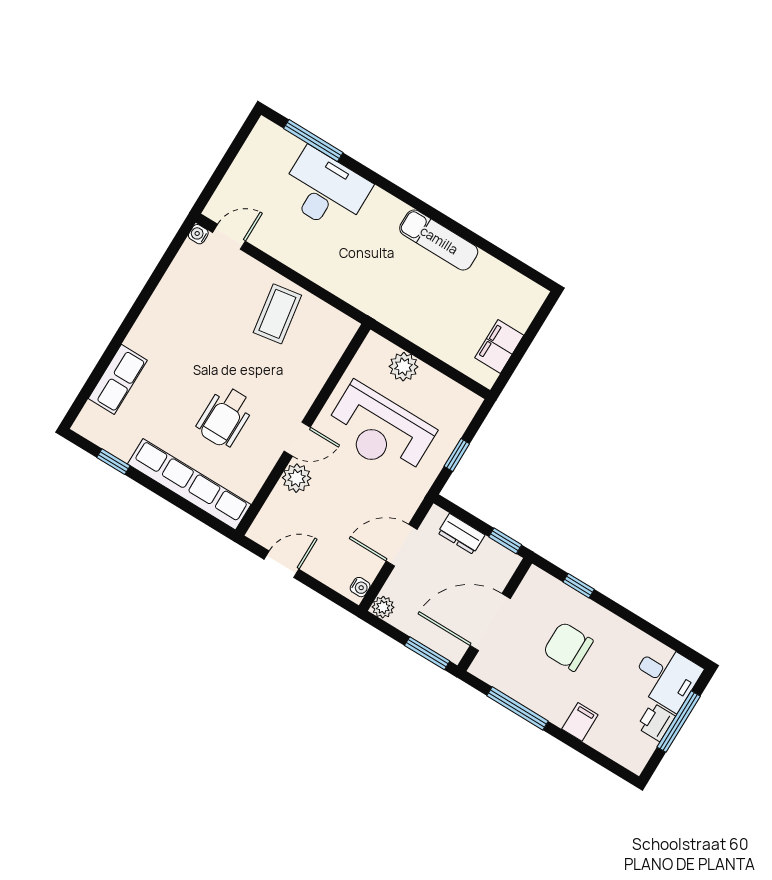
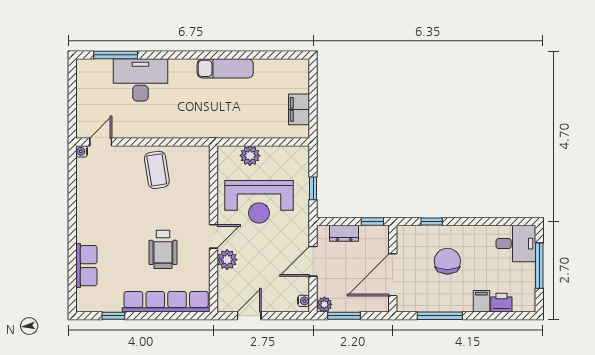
chair: (568, 647) -> (447, 261), turned 90
window: (427, 653) -> (344, 316), moved
printer: (656, 722) -> (501, 303), moved, turned 90

